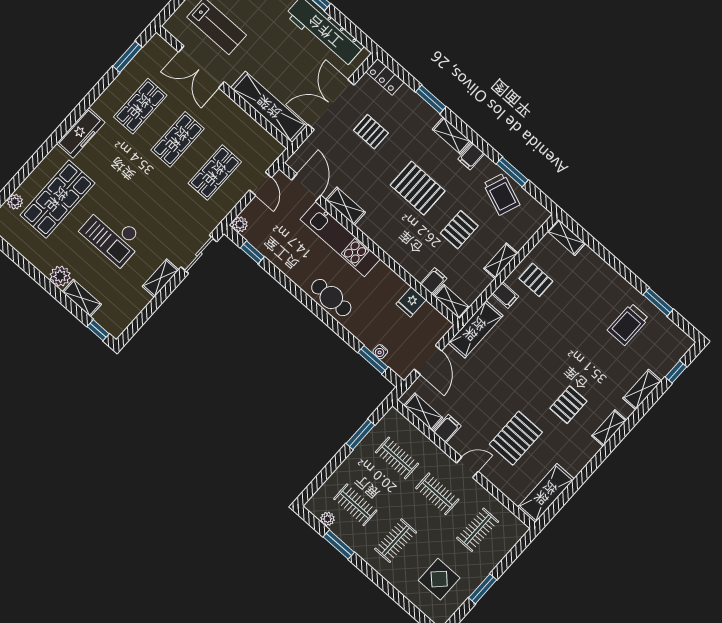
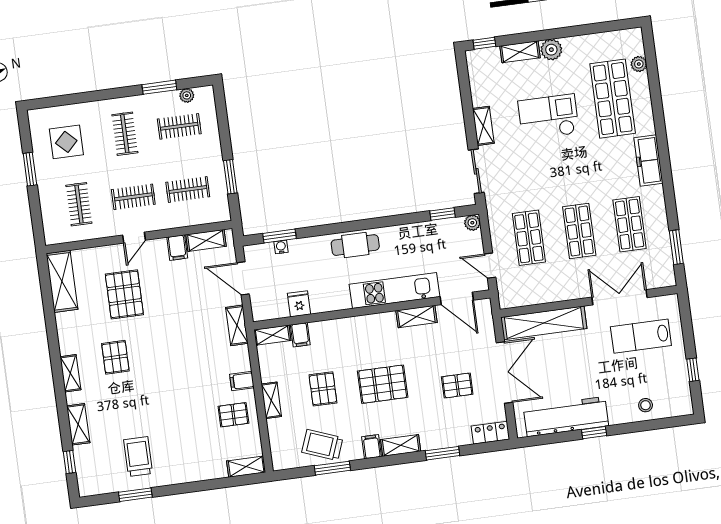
shelving: (475, 329) -> (237, 325), width x0.67, depth x0.75

